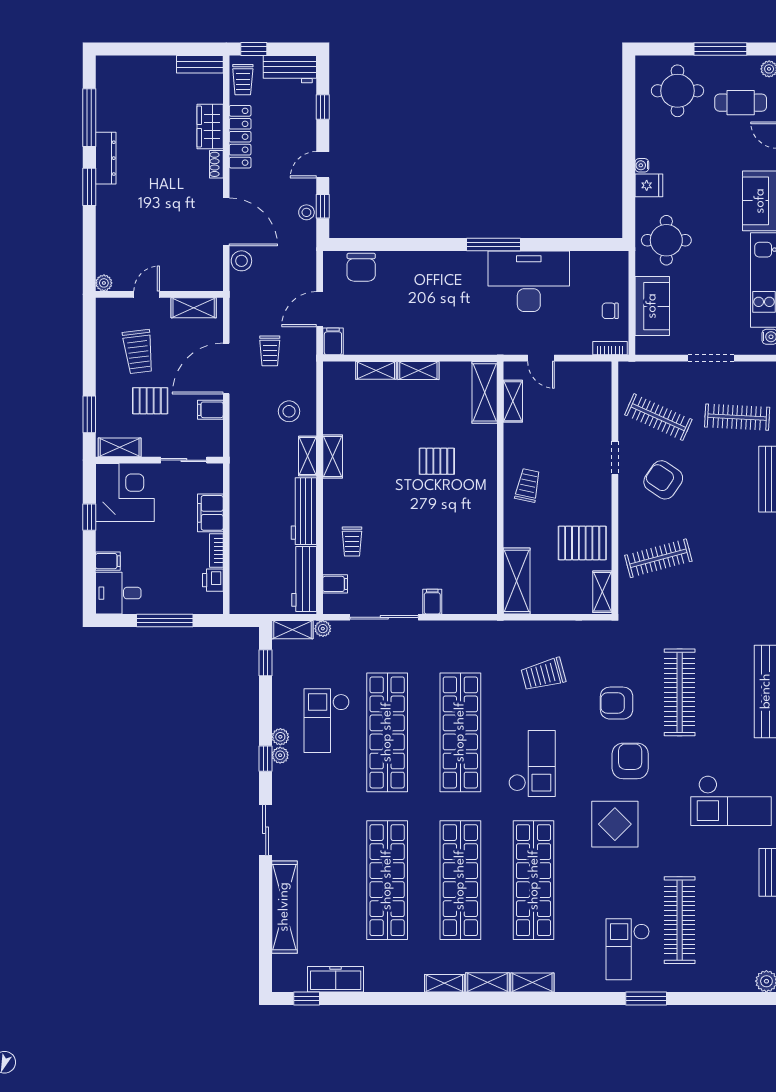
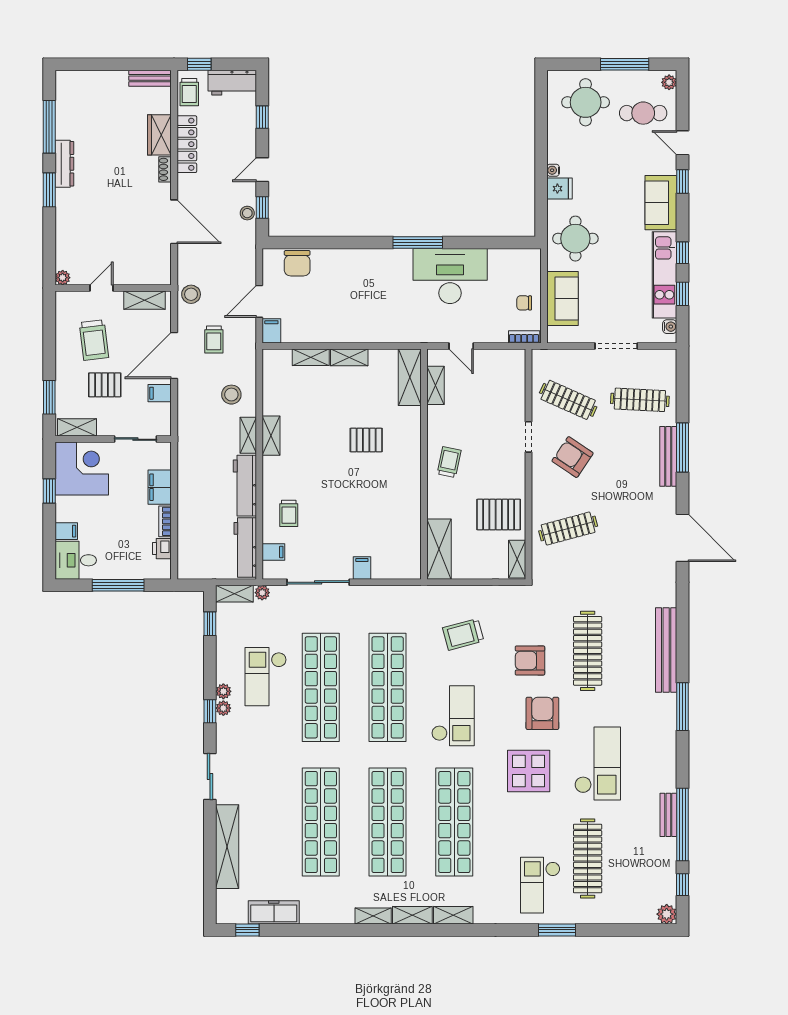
stool: (241, 261) -> (191, 294), moved
checkout: (731, 801) -> (598, 763), moved, turned -90

